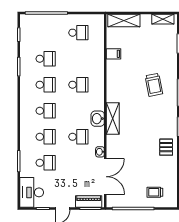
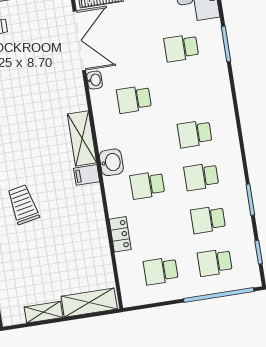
shelving: (163, 19) -> (44, 312), moved
filing cabinet: (113, 54) -> (87, 175), moved
locker: (99, 58) -> (120, 234), added
washbasin: (98, 119) -> (111, 162), moved
school desk: (46, 137) -> (215, 262), moved
double door: (105, 177) -> (79, 41), swing flipped

